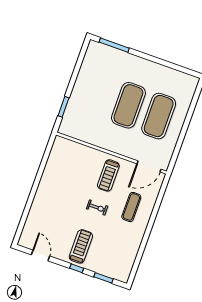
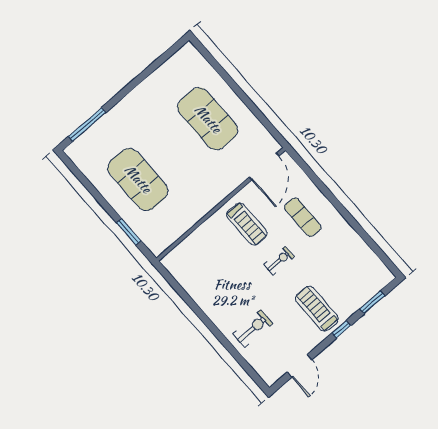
exercise mat: (128, 105) -> (138, 179), moved
exercise bike: (47, 215) -> (253, 329), added
door: (41, 255) -> (300, 366), swing flipped

